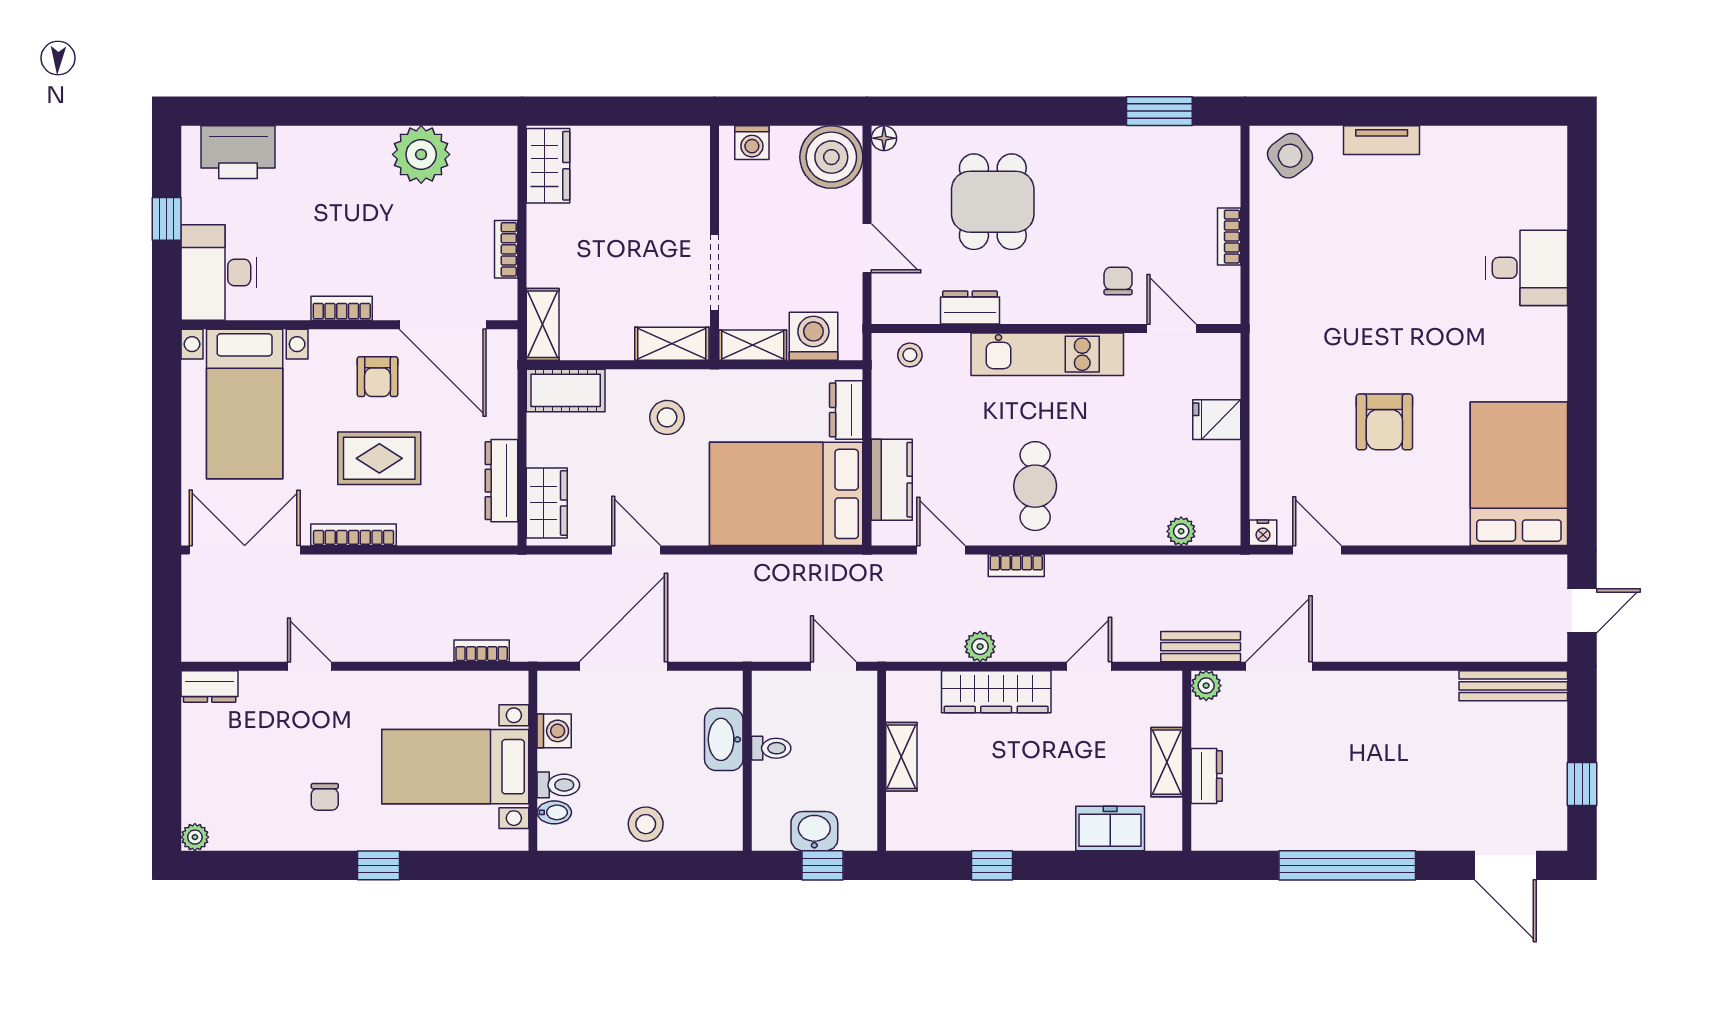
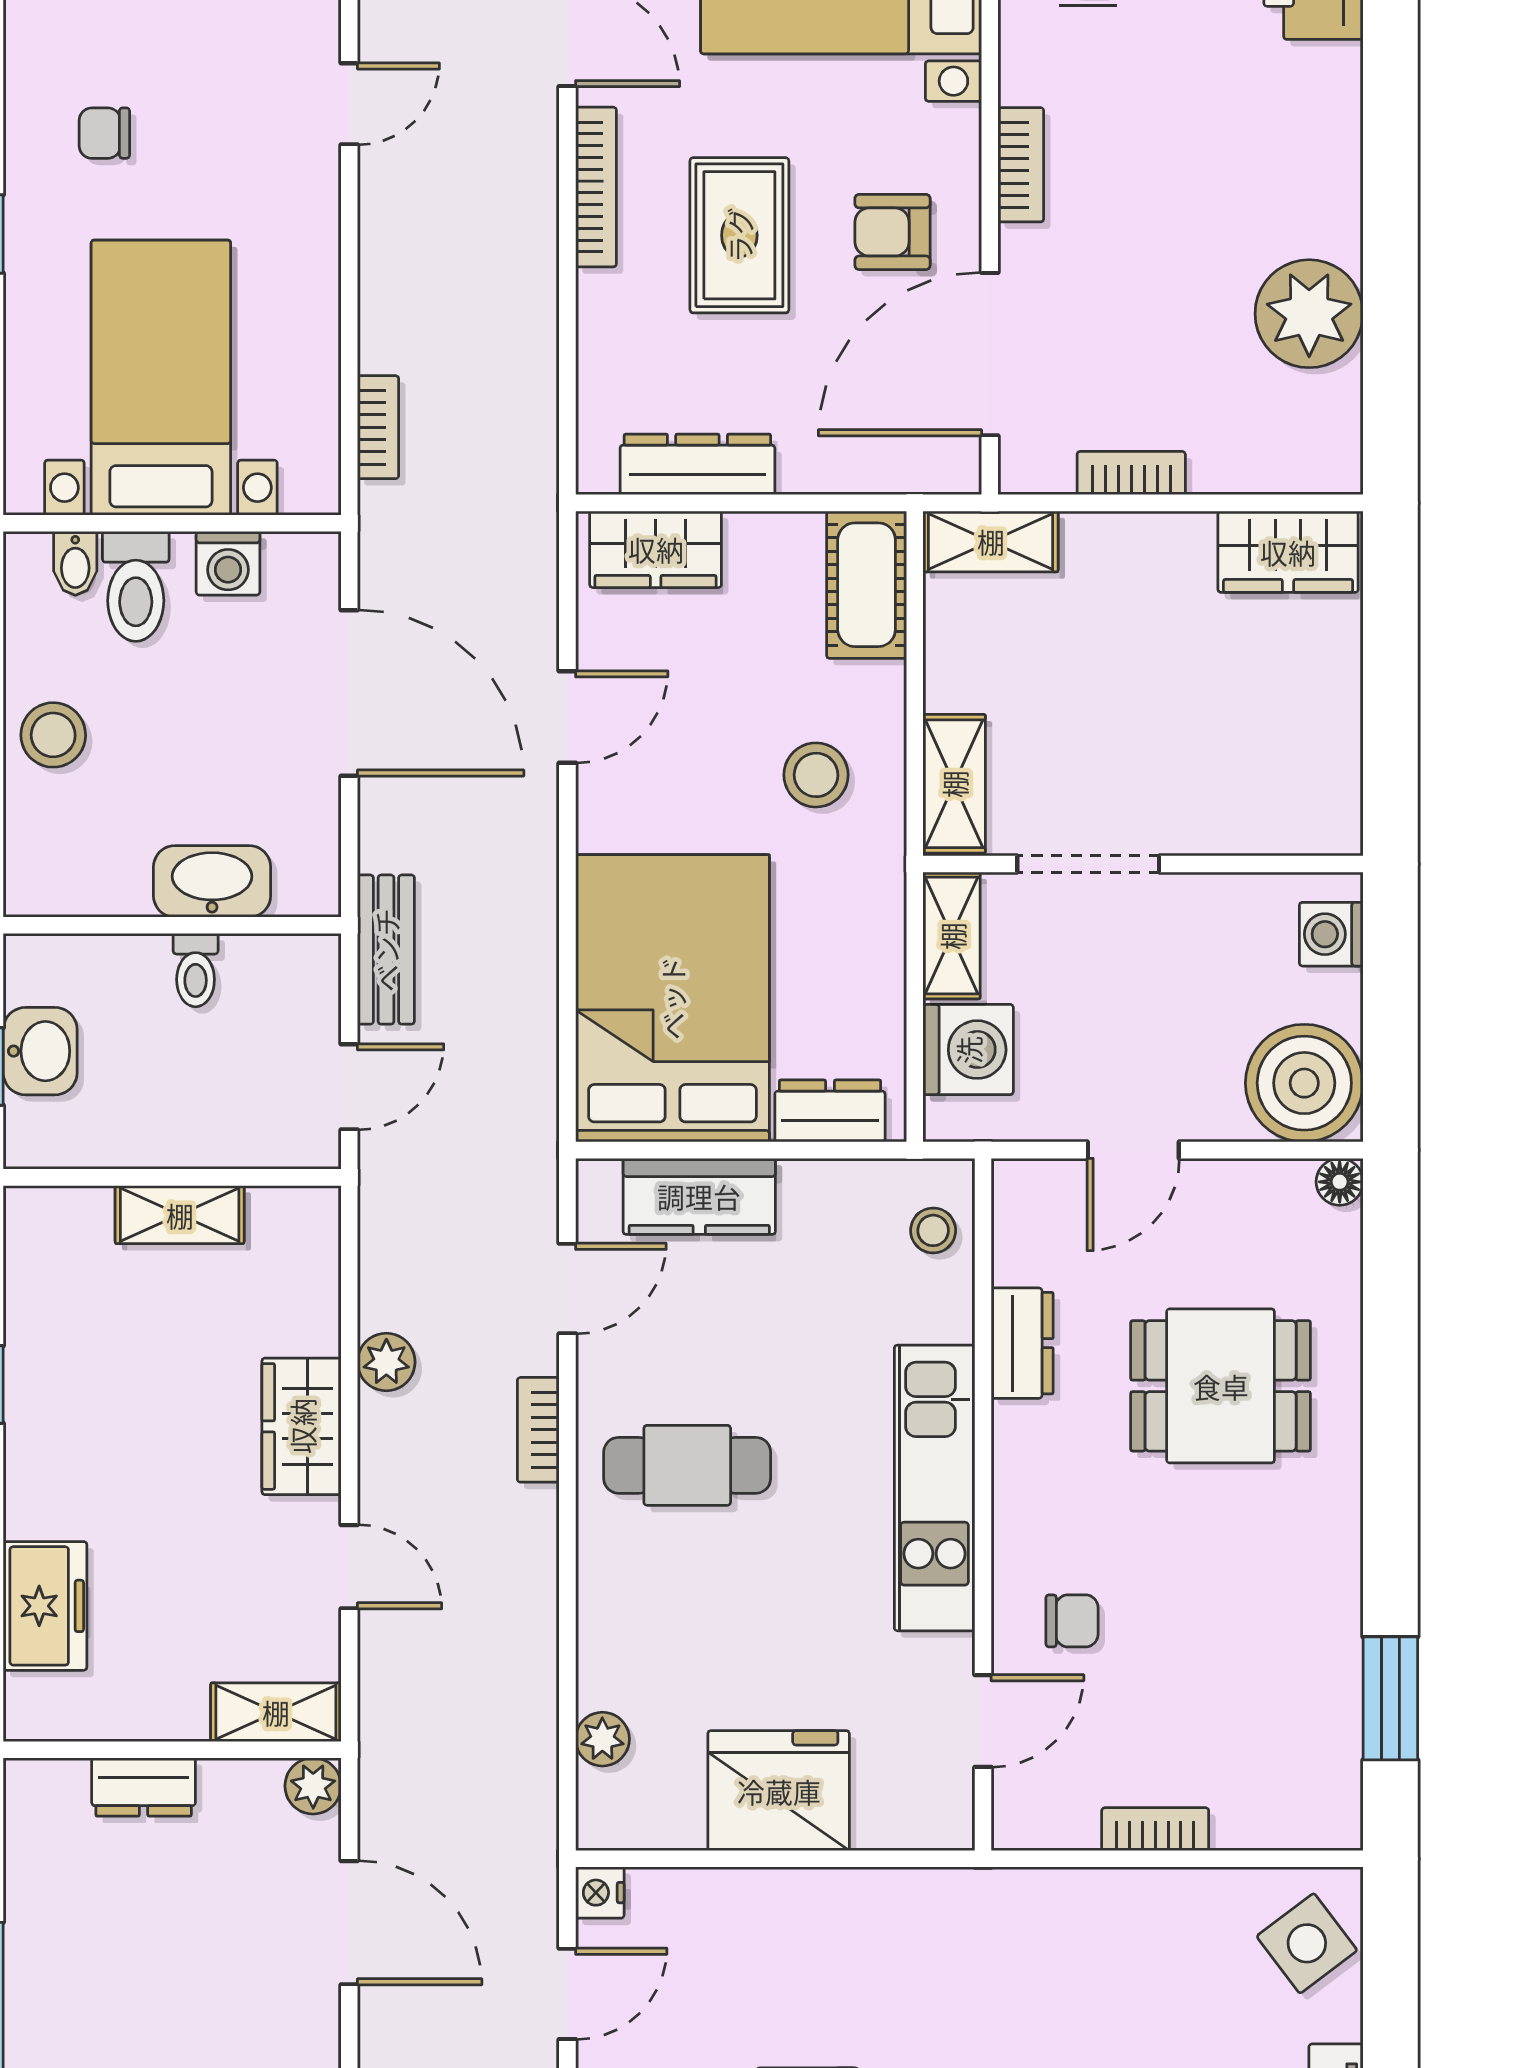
fridge: (1217, 420) -> (779, 1791), width x1.88, depth x1.34
bench: (1201, 647) -> (386, 950), moved
wardrobe: (996, 692) -> (302, 1426), width x0.67
shelving: (1167, 762) -> (276, 1712), moved
toilet: (558, 785) -> (136, 586), width x1.37, depth x1.39

